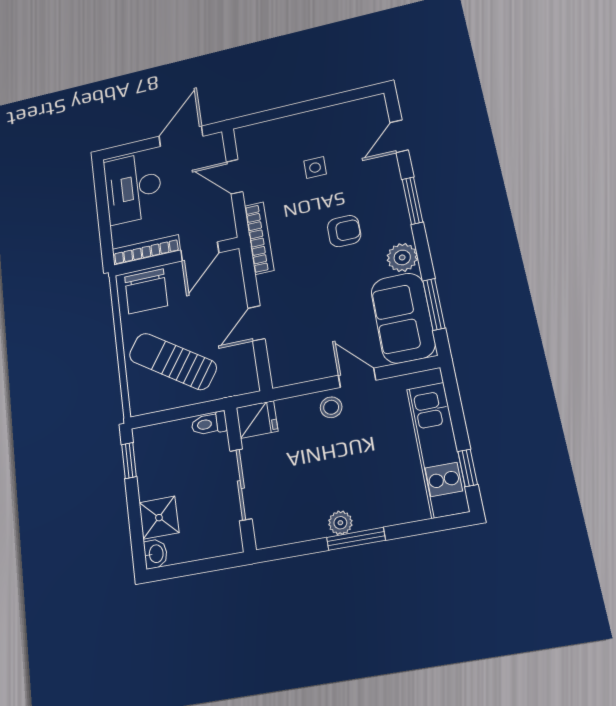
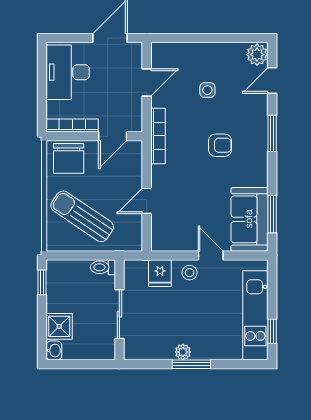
door: (235, 177) -> (147, 82), swing flipped
plant: (402, 257) -> (257, 55), moved
fridge: (257, 419) -> (160, 273), moved, turned 90

